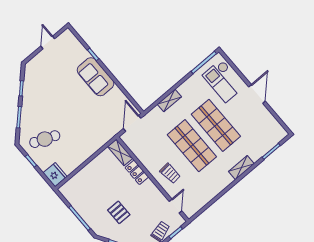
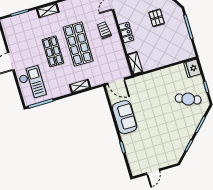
sofa: (96, 77) -> (125, 117), moved
door: (132, 123) -> (116, 81), hinge flipped
shop shelf: (216, 125) -> (53, 51), width x0.70, depth x0.74
locker: (137, 172) -> (126, 32), moved

